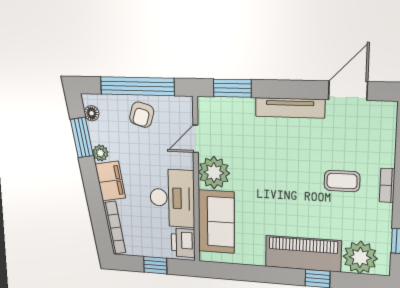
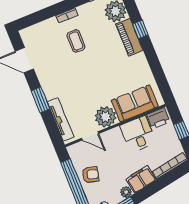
window: (232, 88) -> (41, 100), moved
tv unit: (290, 108) -> (61, 119), moved
desk: (172, 198) -> (138, 134), width x0.73
piano: (303, 254) -> (129, 37), width x0.73, depth x0.75

